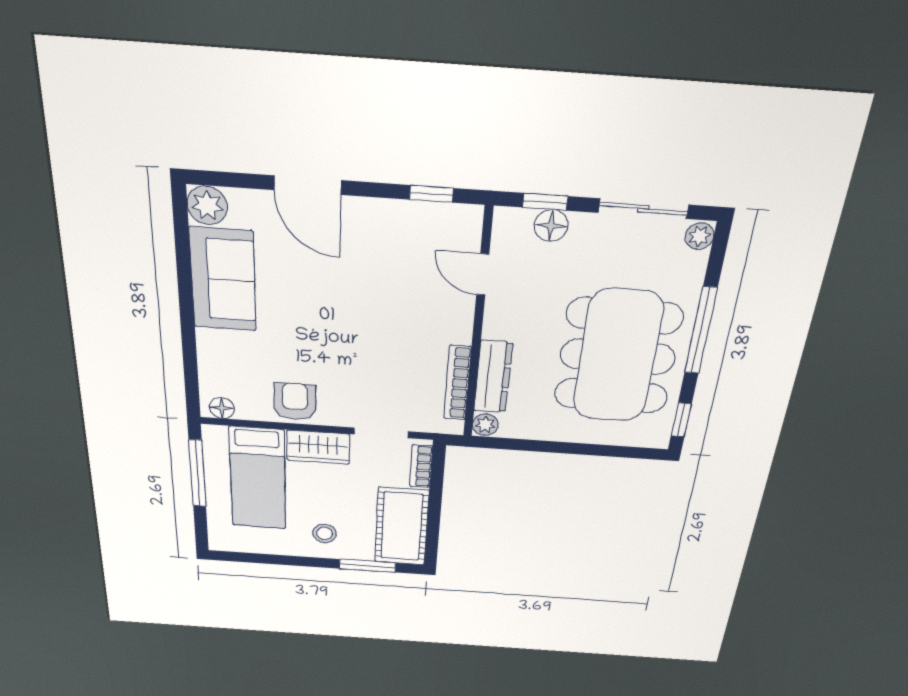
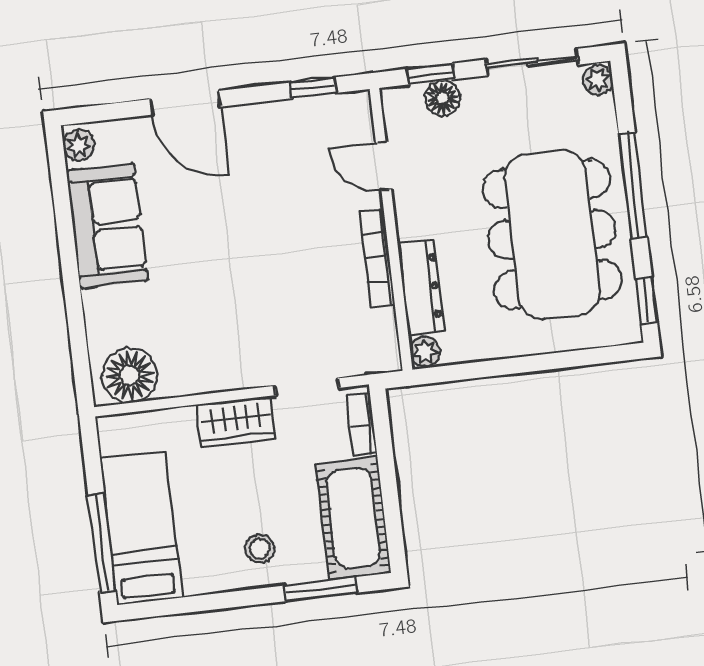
plant: (207, 205) -> (79, 145), width x0.73, depth x0.73
bookcase: (457, 383) -> (377, 258), moved
armchair: (295, 402) -> (202, 364), removed
floor lamp: (222, 408) -> (129, 375), width x1.89, depth x1.89
window: (197, 473) -> (102, 543), moved
bed: (258, 479) -> (141, 528), moved, turned 180

